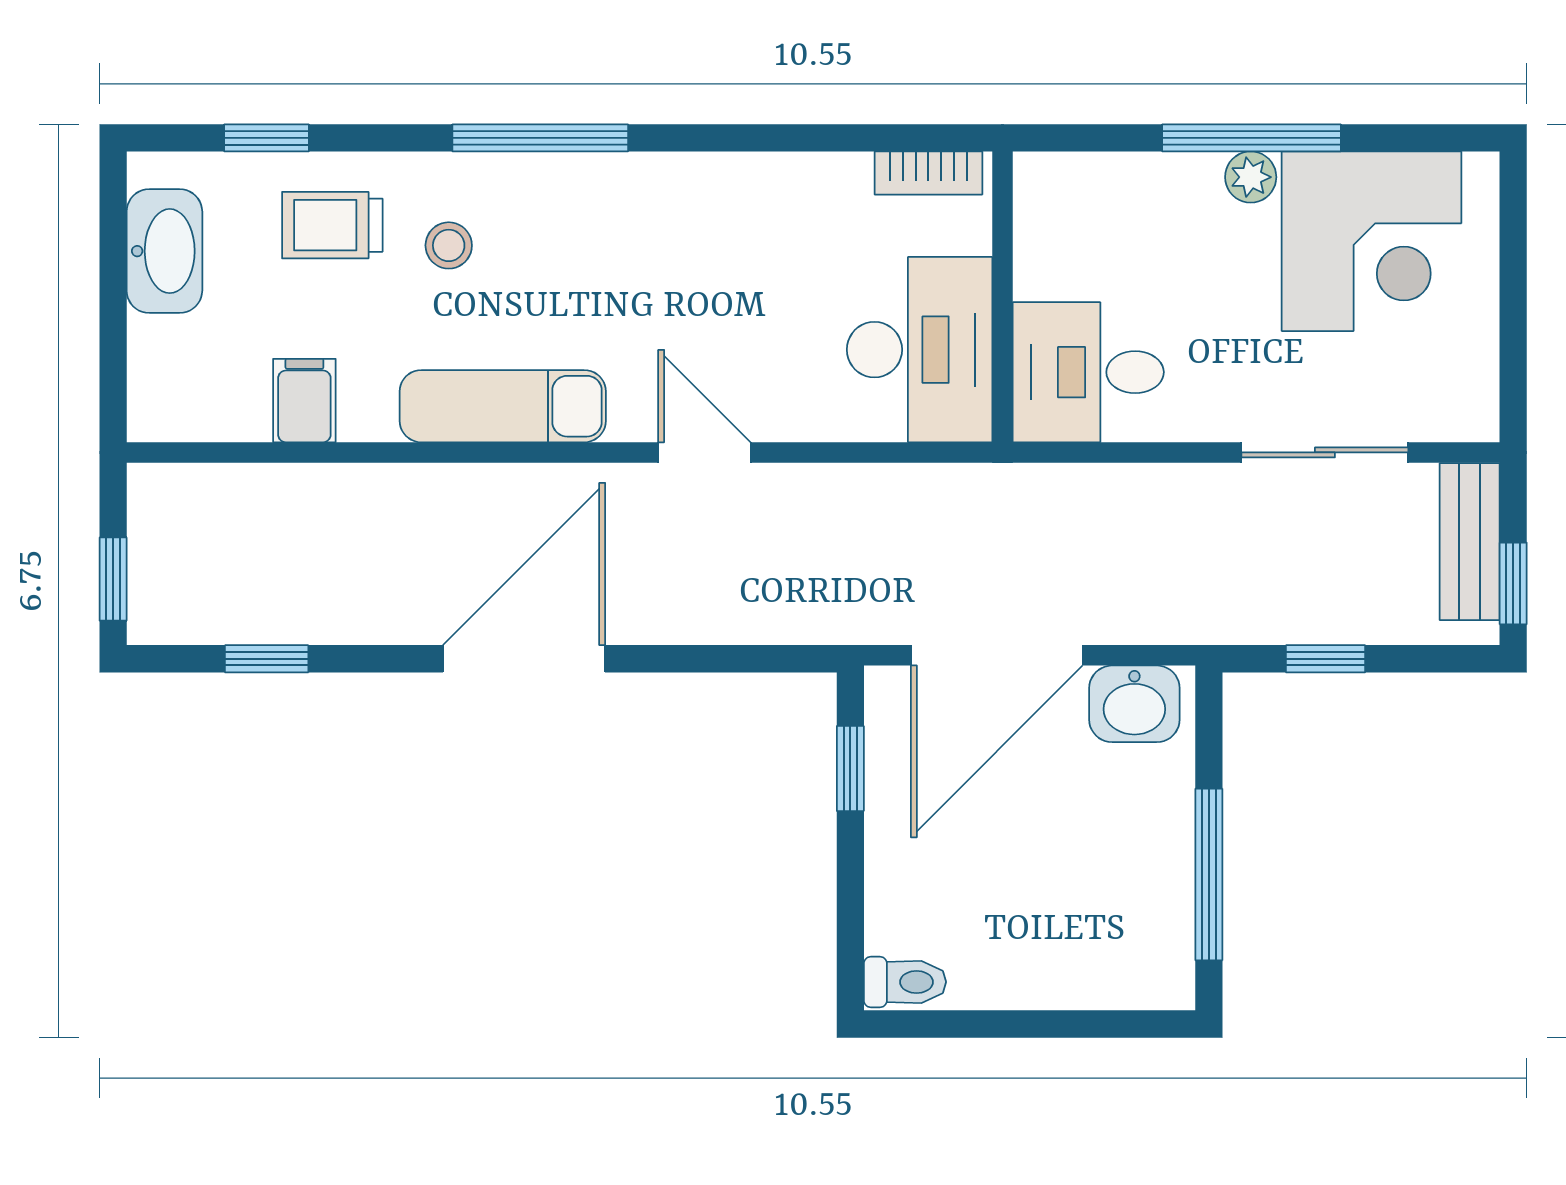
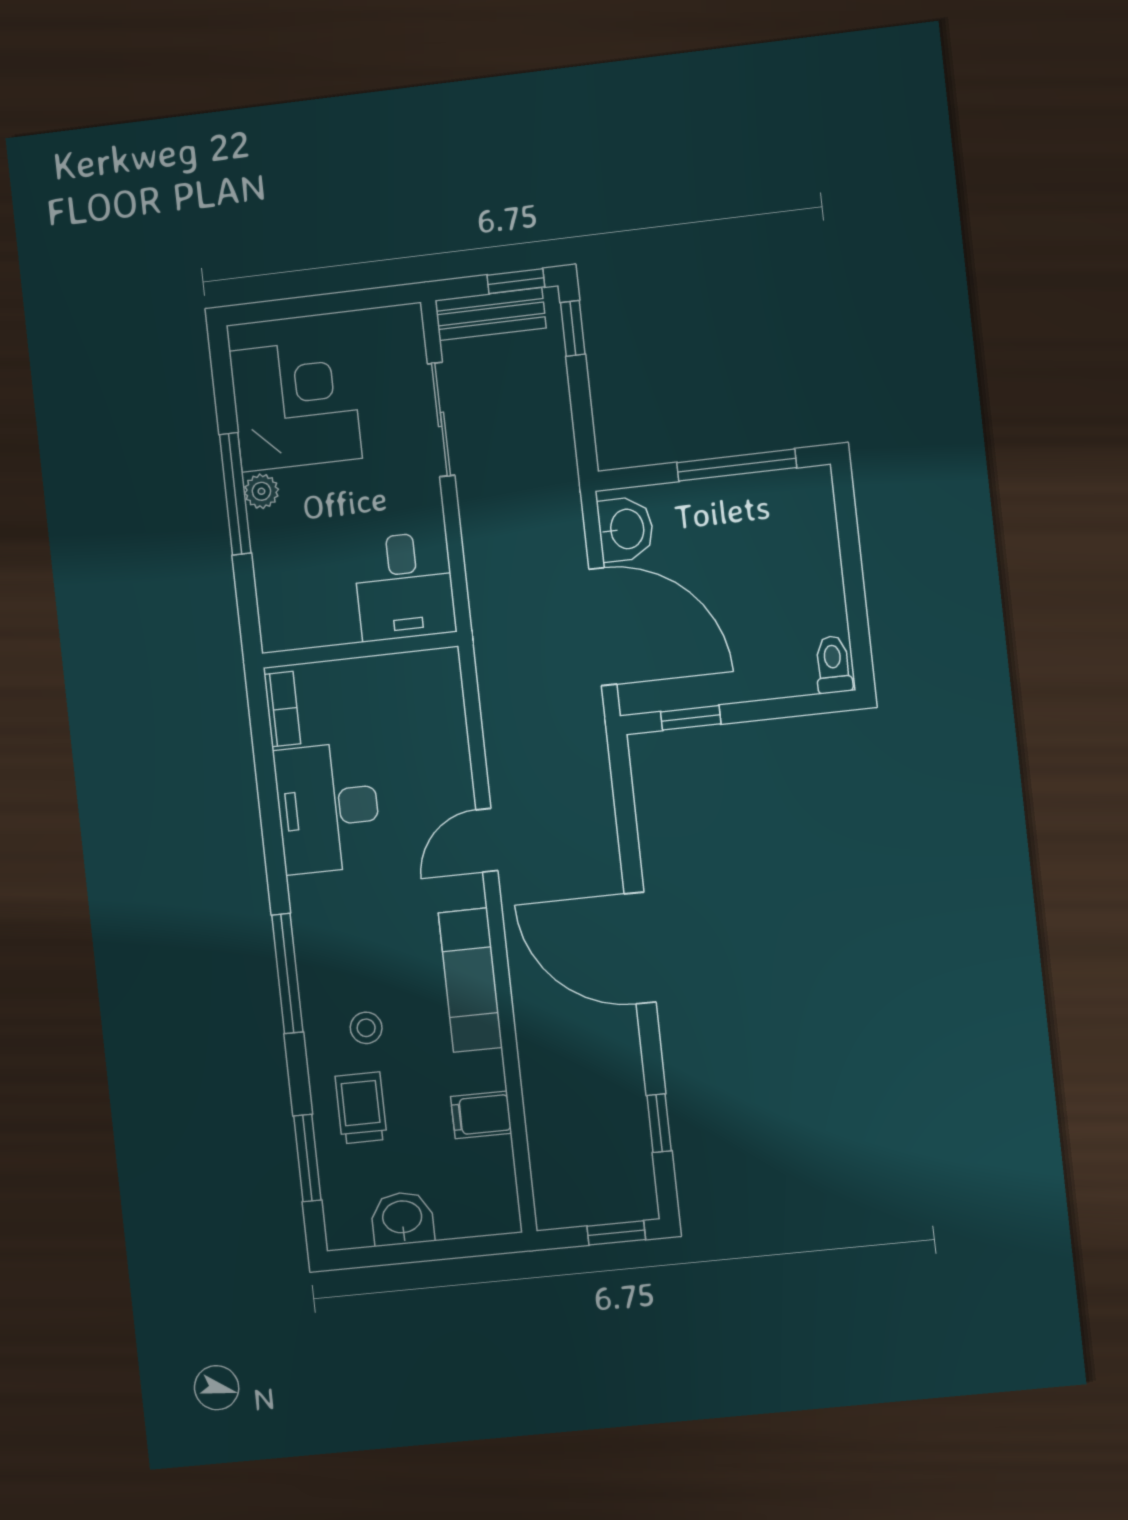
window: (267, 138) -> (307, 1158), width x1.50
trolley: (332, 225) -> (361, 1108), turned 180
washbasin: (164, 251) -> (402, 1218), width x0.72
desk: (920, 350) -> (328, 808), moved, turned -90
window: (1326, 659) -> (573, 328), moved

